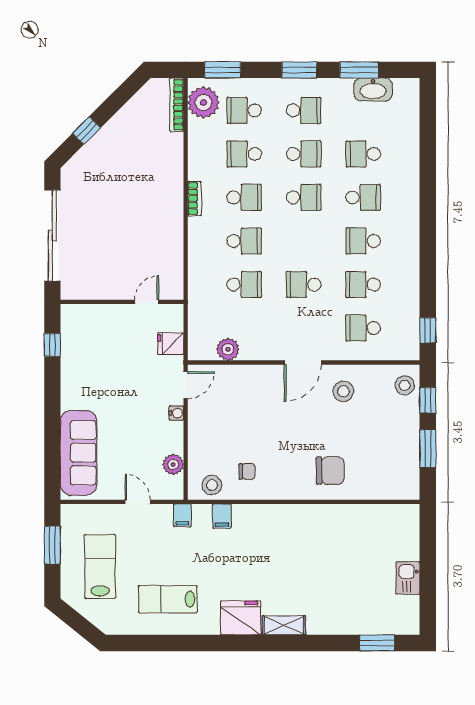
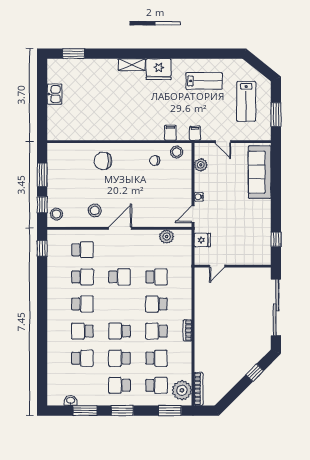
washbasin: (373, 90) -> (71, 401), width x0.52, depth x0.69
school desk: (244, 285) -> (157, 277), turned 180

